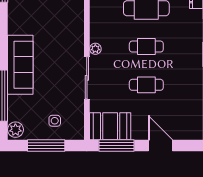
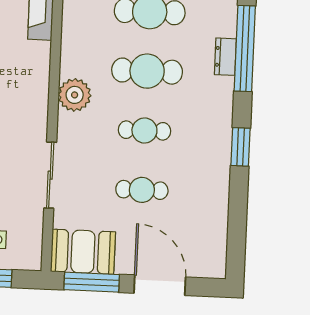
plant: (95, 49) -> (75, 95), moved, width x1.88, depth x1.88
door: (160, 146) -> (160, 285), width x1.36

